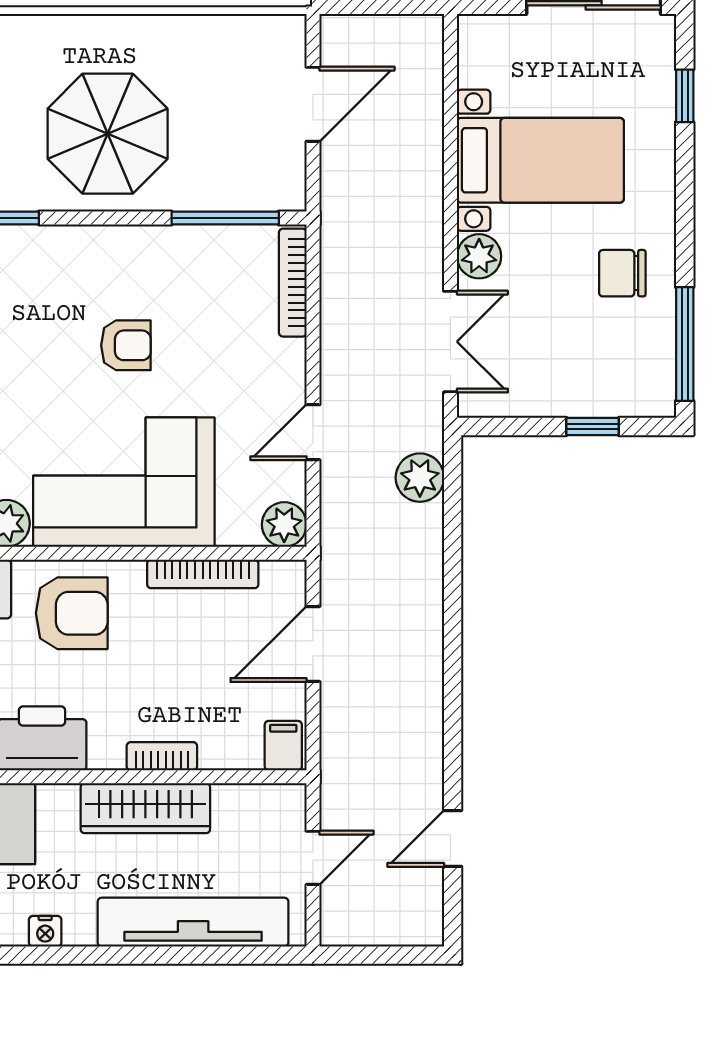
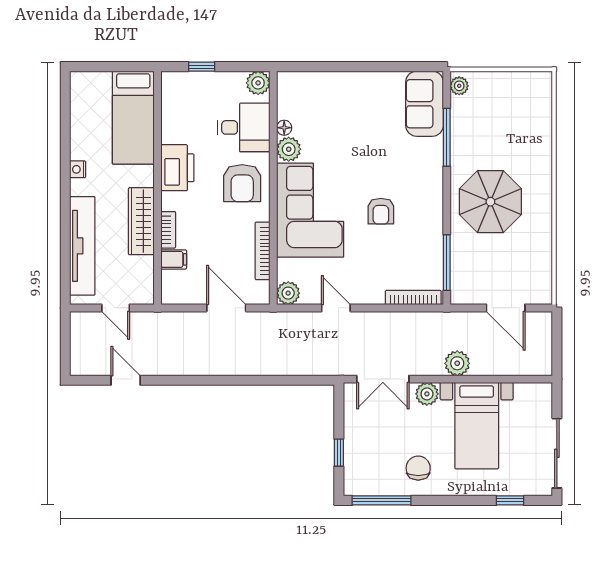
plant: (420, 478) -> (457, 363), moved
filing cabinet: (283, 746) -> (174, 259), moved

